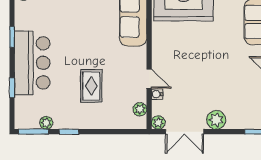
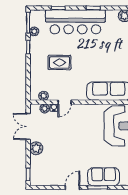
bar counter: (32, 63) -> (75, 22), width x1.36
plant: (158, 123) -> (45, 108), moved

